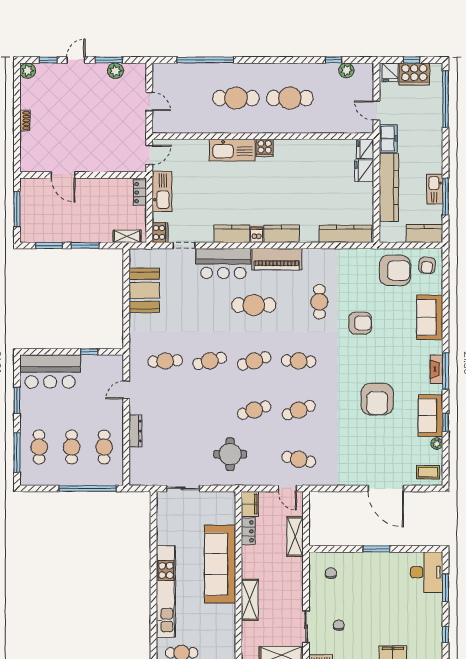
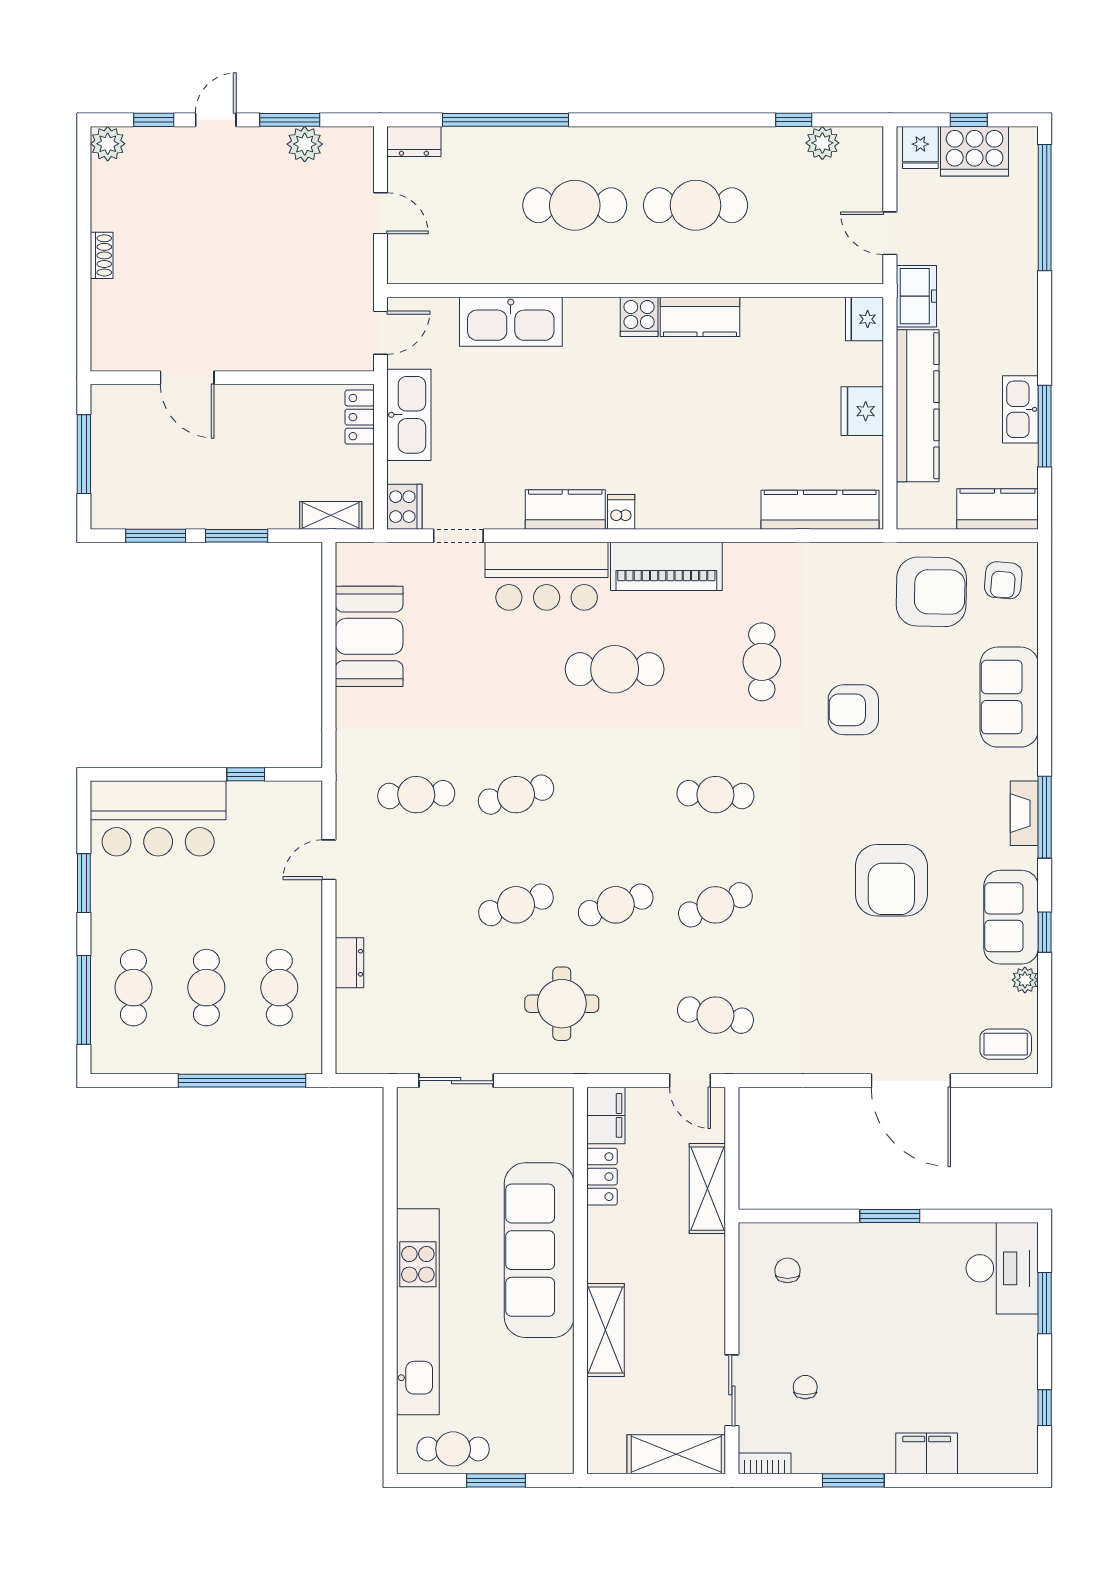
dresser: (164, 70) -> (414, 141), added
kitchen sink: (232, 150) -> (511, 322), moved
fridge: (364, 171) -> (862, 411), moved
kitchen counter: (281, 234) -> (700, 317), moved, turned 180
armchair: (360, 323) -> (853, 710), turned 180
cafe table: (254, 361) -> (516, 905), moved
dresser: (135, 431) -> (349, 963), width x0.70

